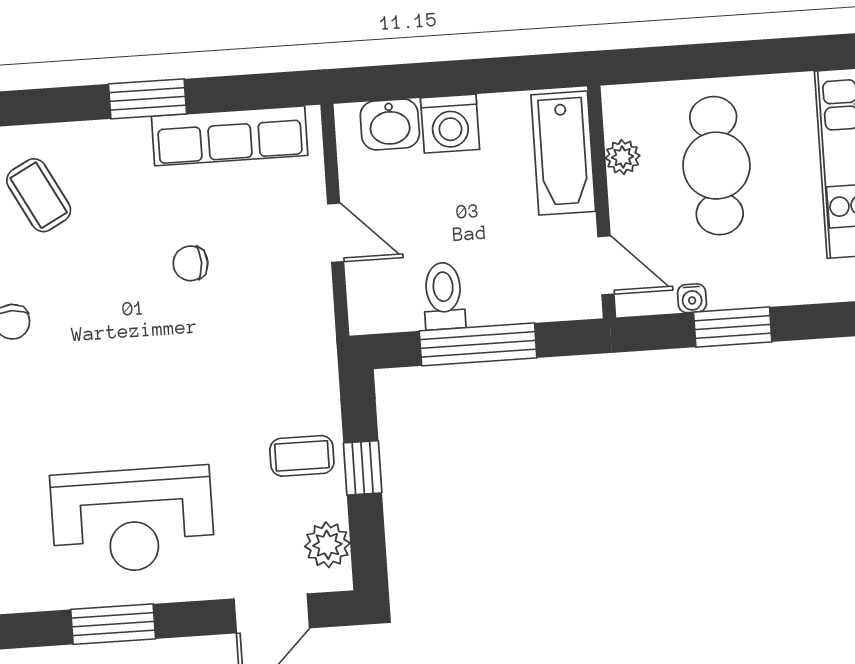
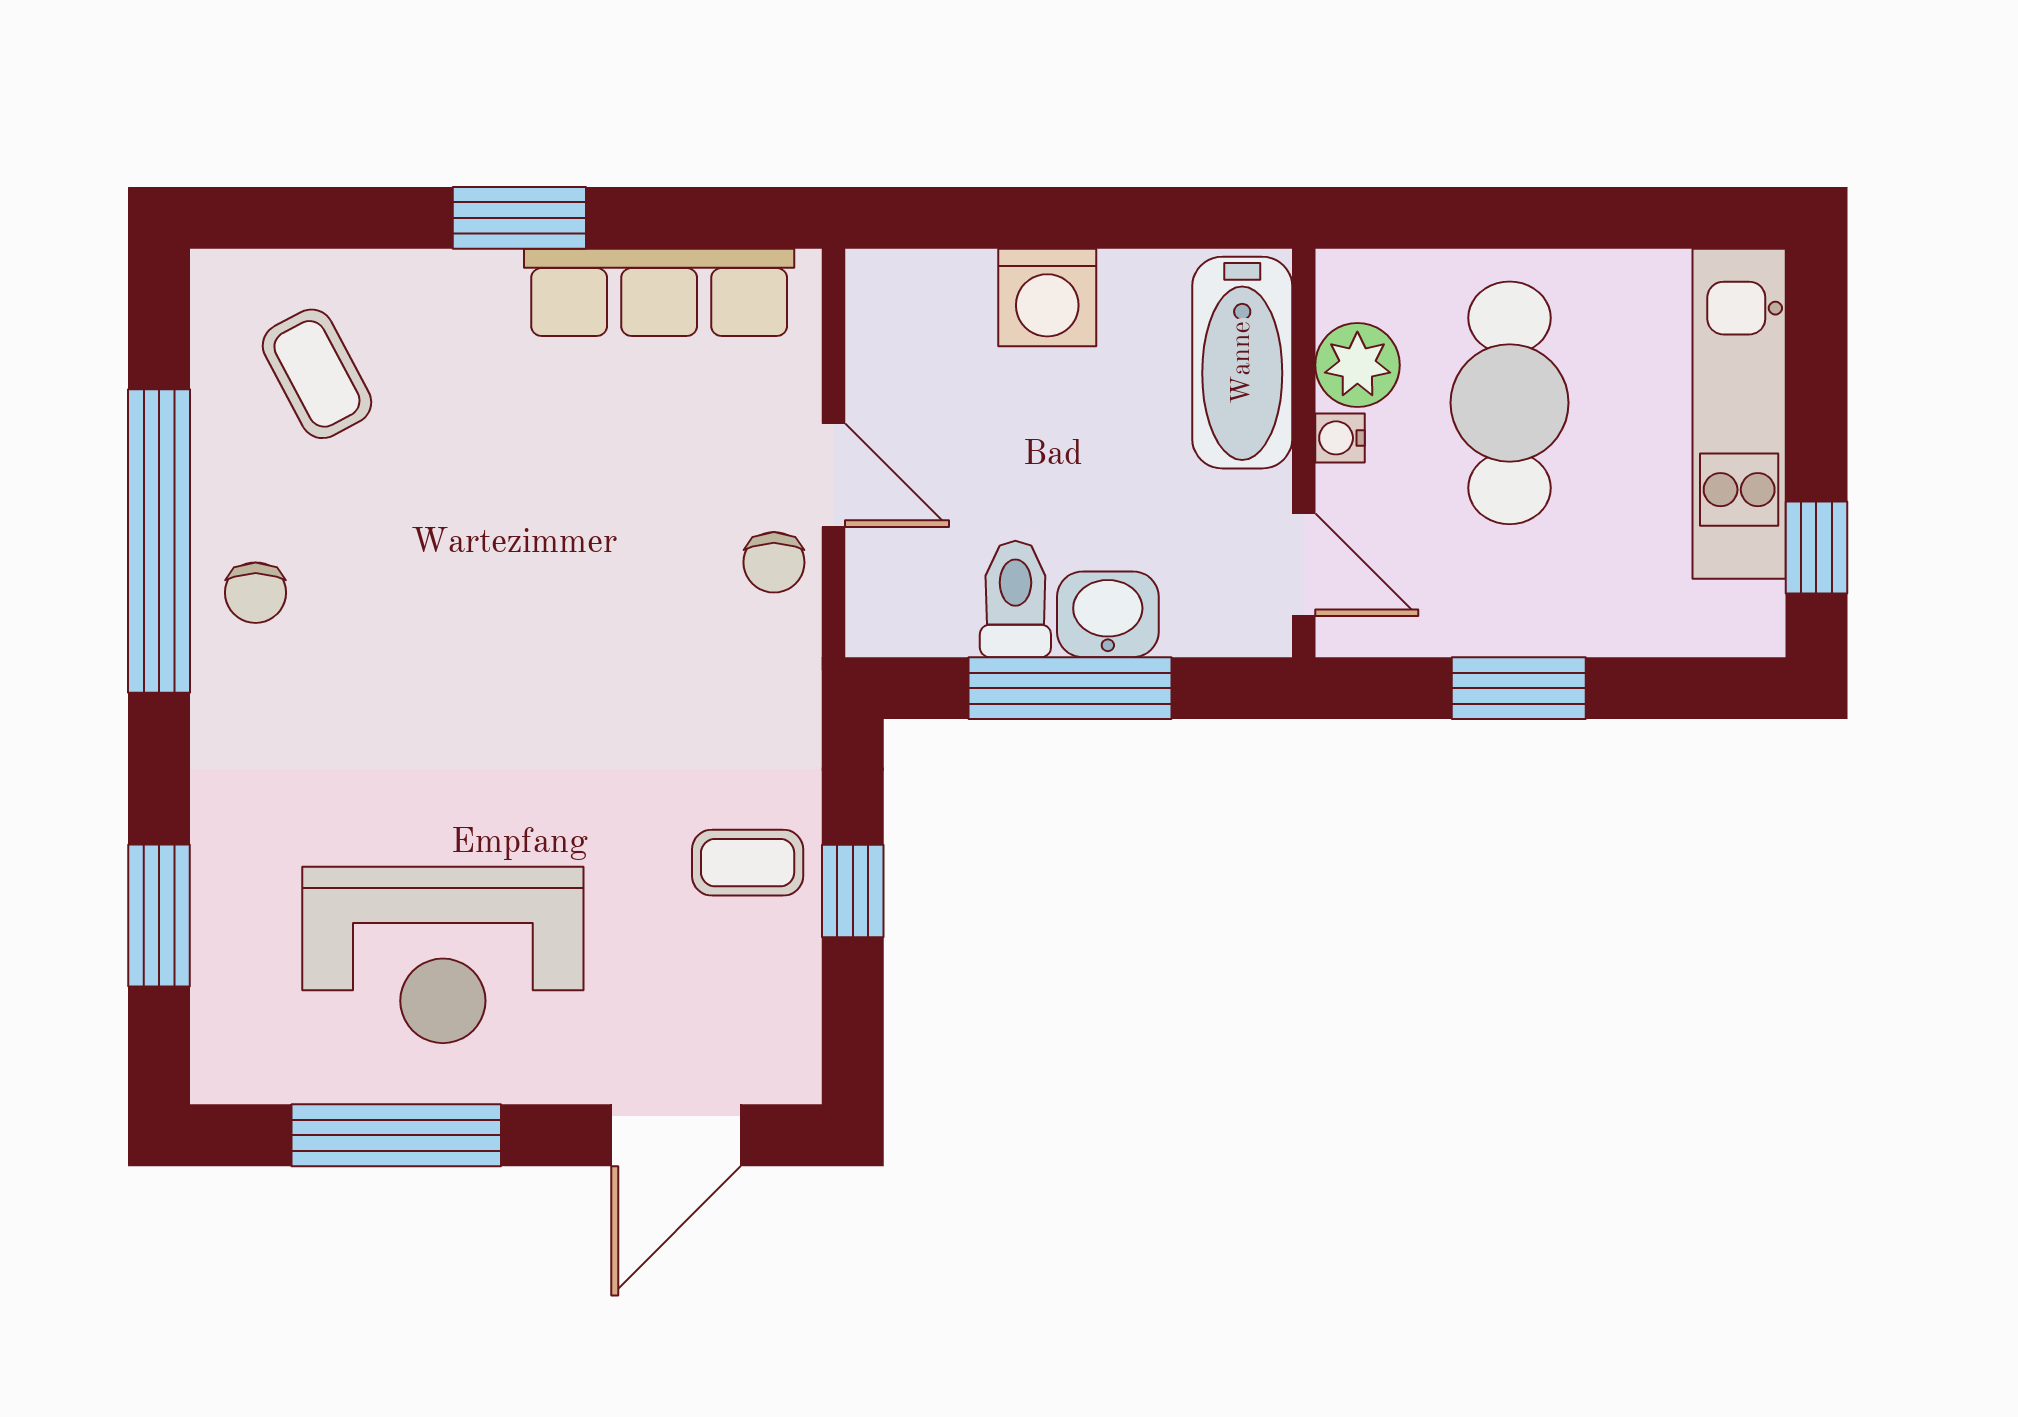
washbasin: (390, 124) -> (1108, 614), moved, turned 180
plant: (623, 157) -> (1357, 365), width x1.38, depth x1.38
chair: (190, 263) -> (774, 562), moved, turned -90
water cooler: (692, 298) -> (1340, 438), moved, turned 90
plant: (327, 545) -> (782, 1022), removed
window: (113, 624) -> (396, 1135), width x1.44

